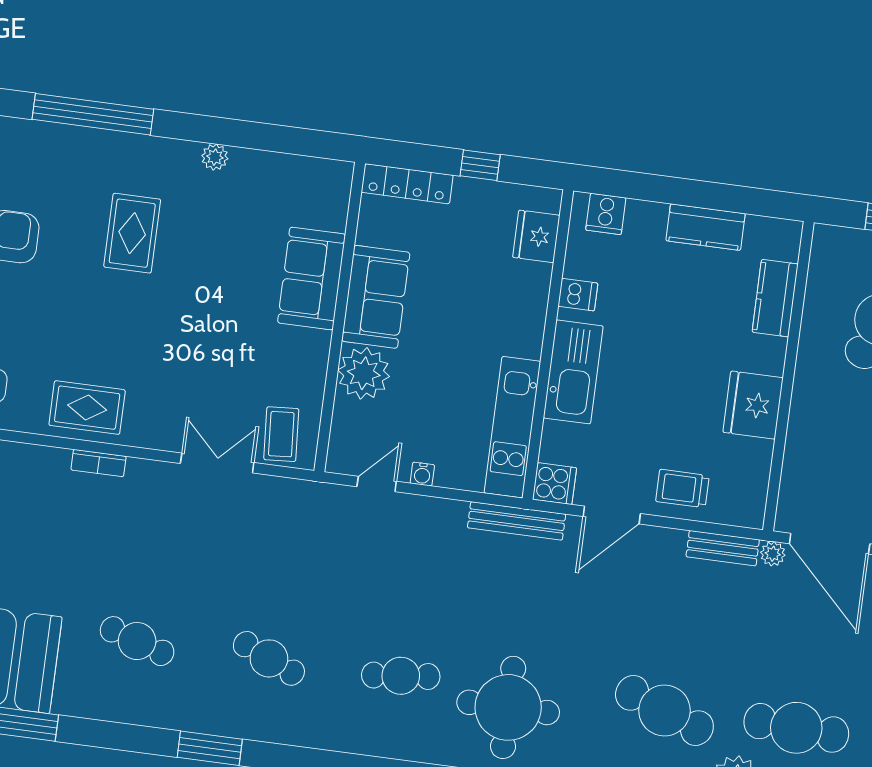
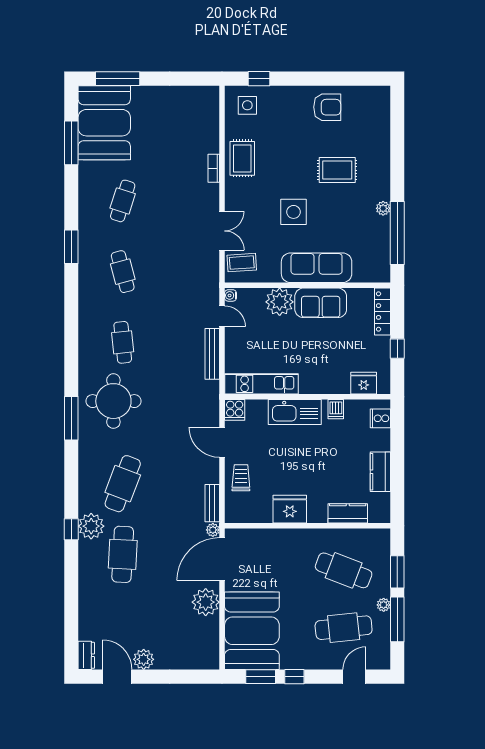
window: (93, 114) -> (397, 233), moved
sofa: (312, 279) -> (317, 268), width x1.36
side table: (199, 325) -> (294, 212), added
water cooler: (422, 474) -> (230, 295), moved
bench: (517, 521) -> (212, 354), moved
cafe table: (269, 658) -> (123, 272), turned -39

